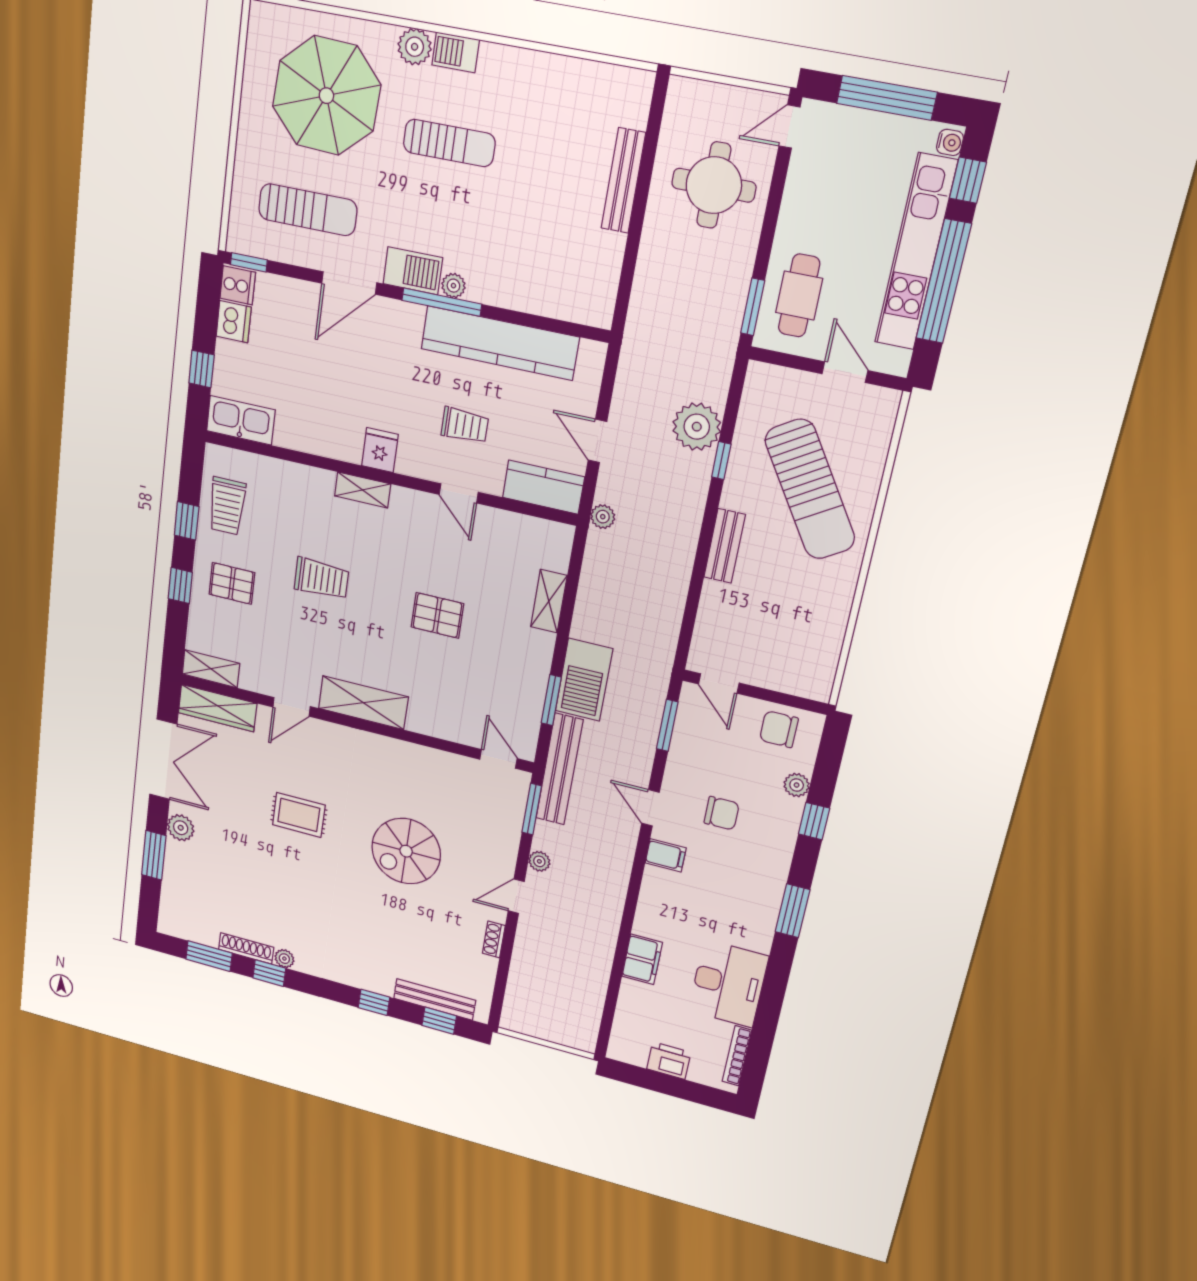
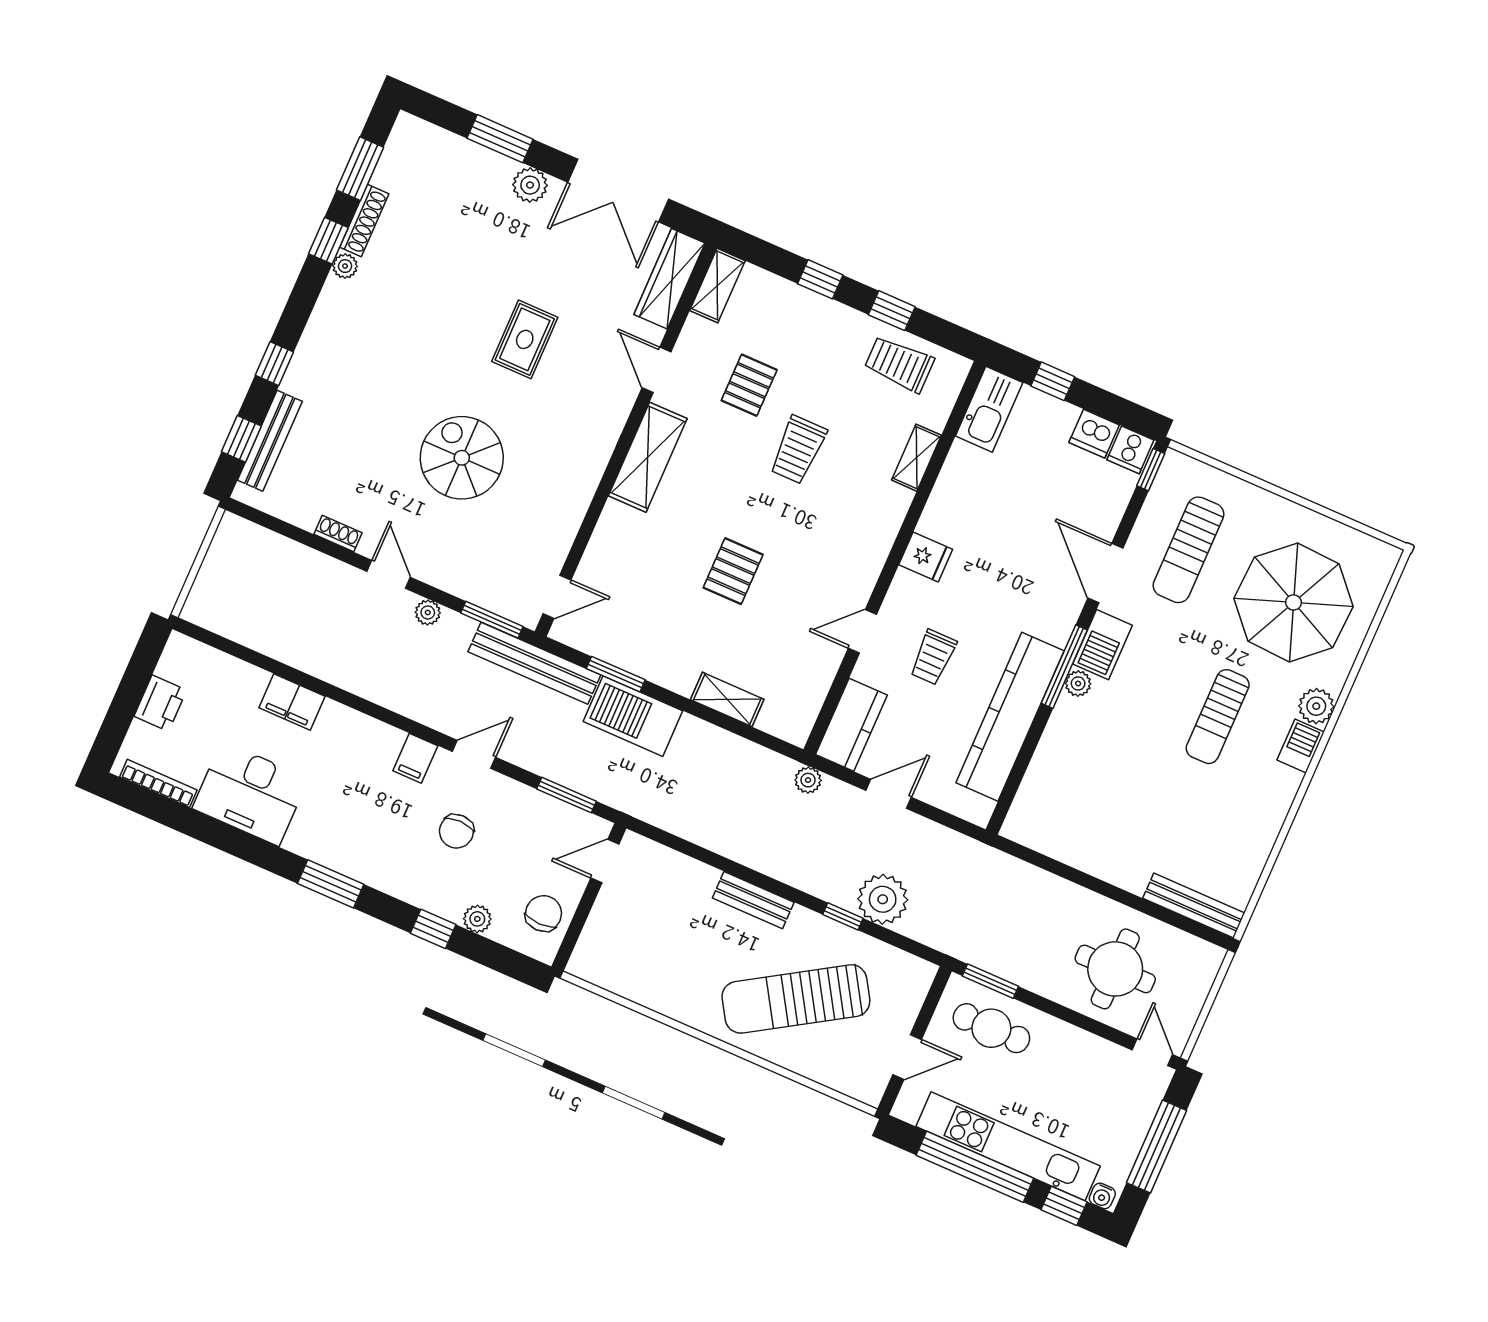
bench: (623, 181) -> (1194, 906), moved
shelving: (363, 490) -> (916, 458), moved
pallet: (232, 583) -> (749, 385), moved

